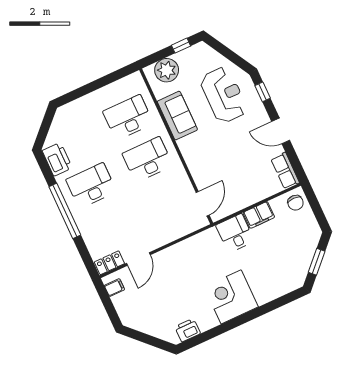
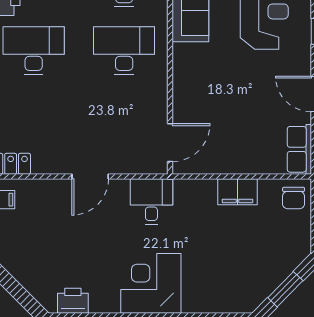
desk: (235, 233) -> (151, 201), moved
door: (138, 259) -> (90, 176), moved

